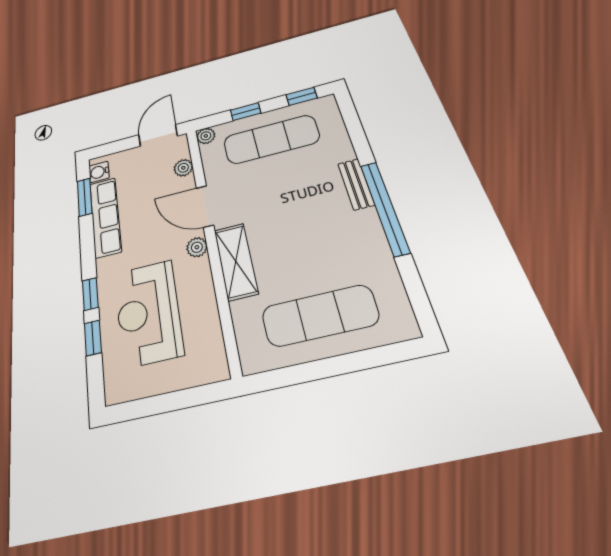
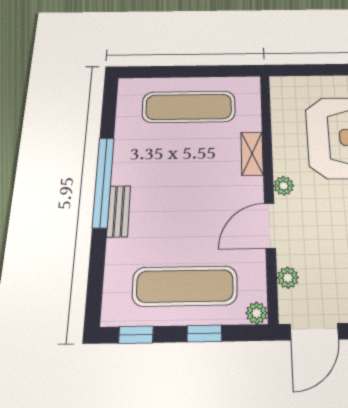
door: (205, 206) -> (270, 226), swing flipped
shelving: (236, 261) -> (252, 154), width x0.67, depth x0.75

